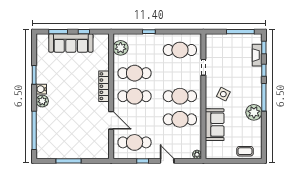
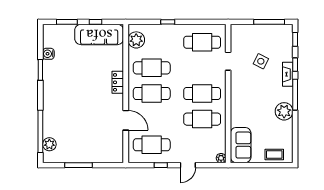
sofa: (71, 43) -> (99, 34), moved
fireplace: (257, 55) -> (288, 74), moved
locker: (104, 86) -> (118, 82), width x0.66
water cooler: (41, 89) -> (48, 54), moved
side table: (223, 94) -> (261, 61), moved
plant: (42, 101) -> (49, 144), moved
sofa: (215, 125) -> (241, 145), moved
door: (167, 161) -> (188, 165), swing flipped

